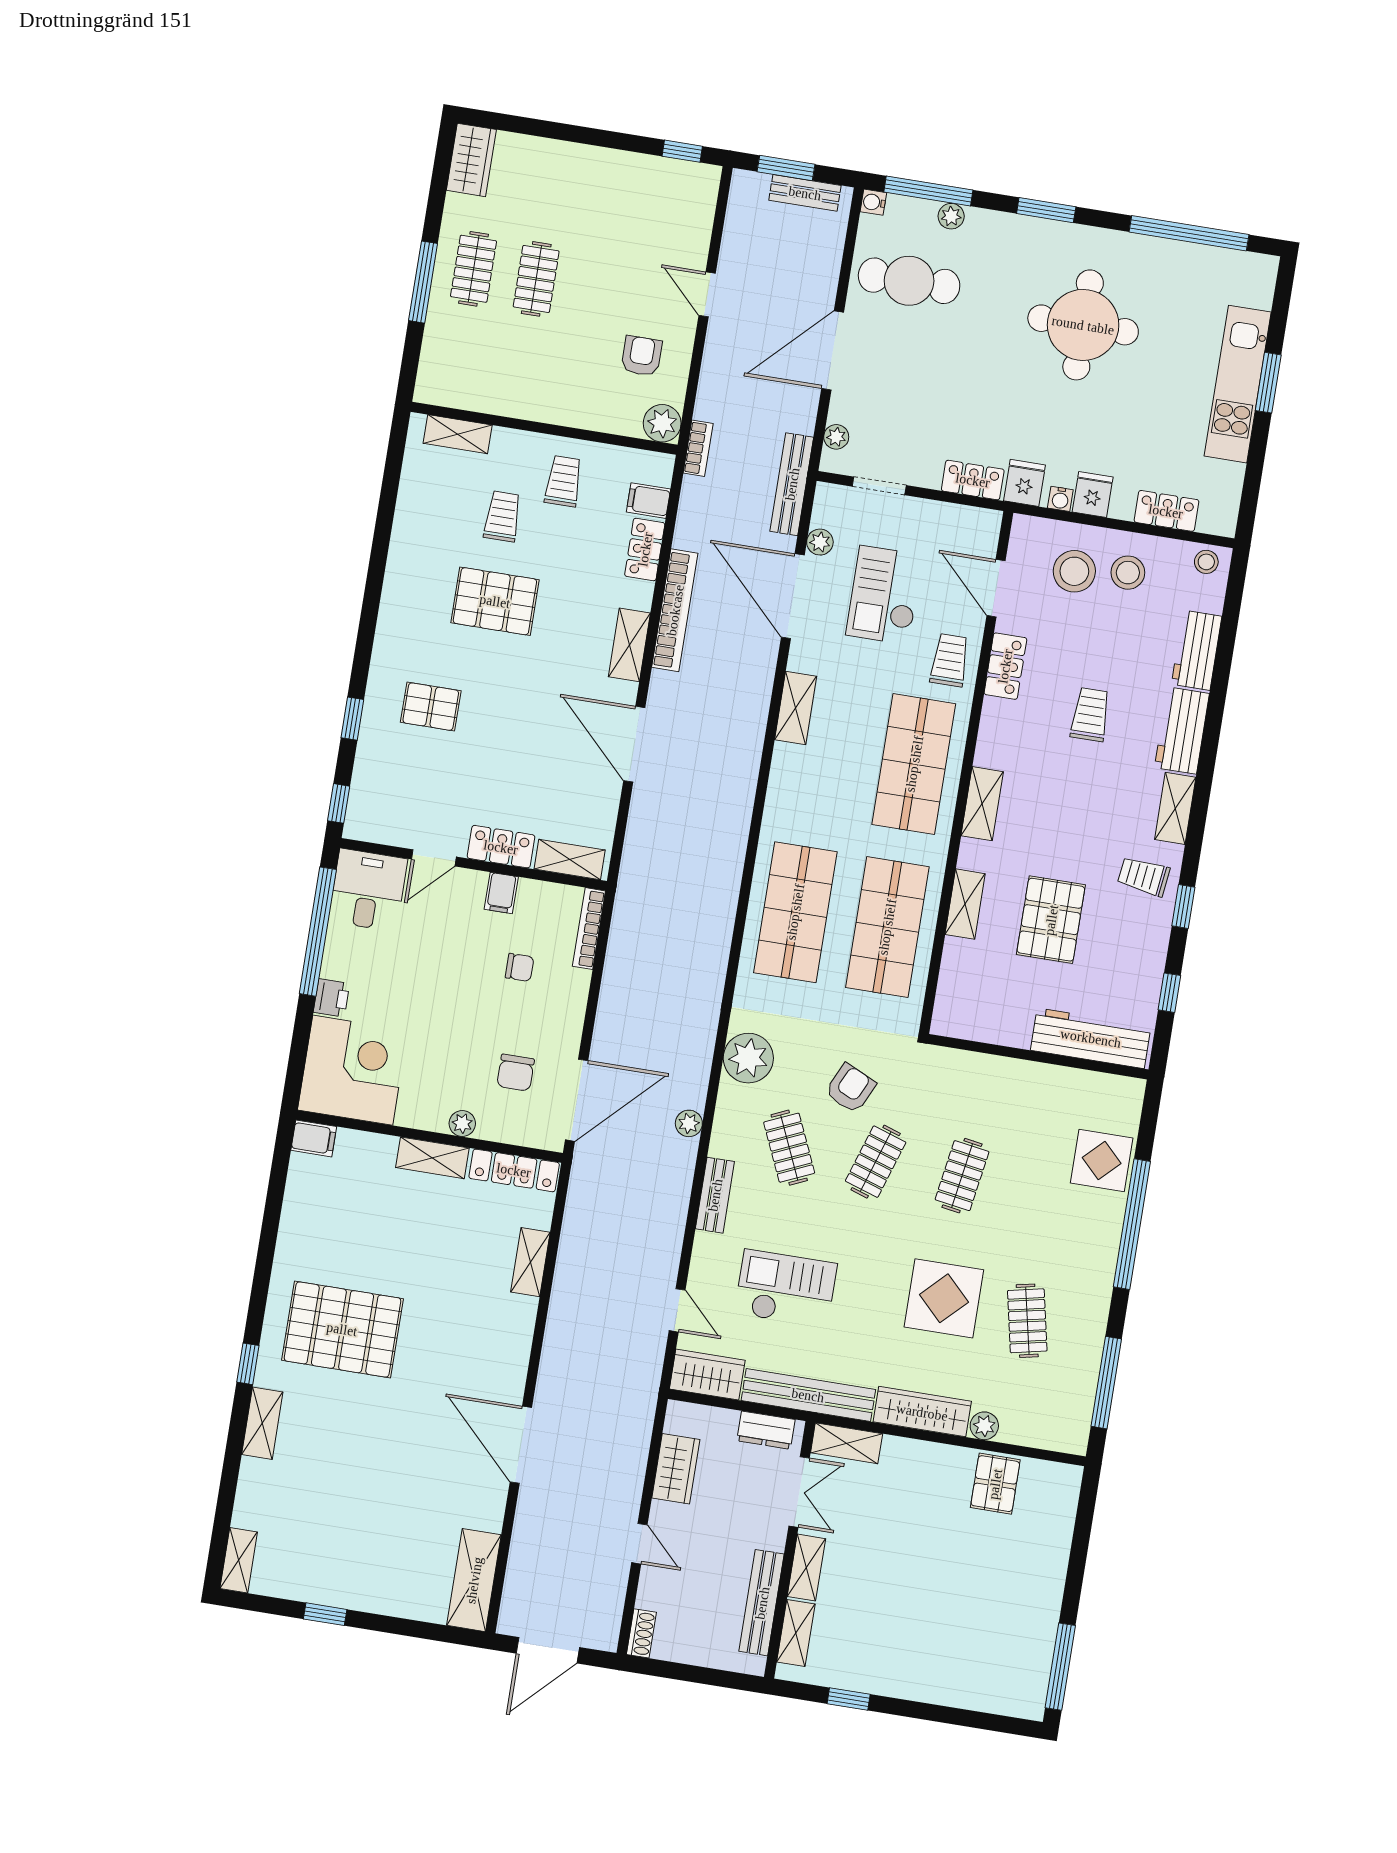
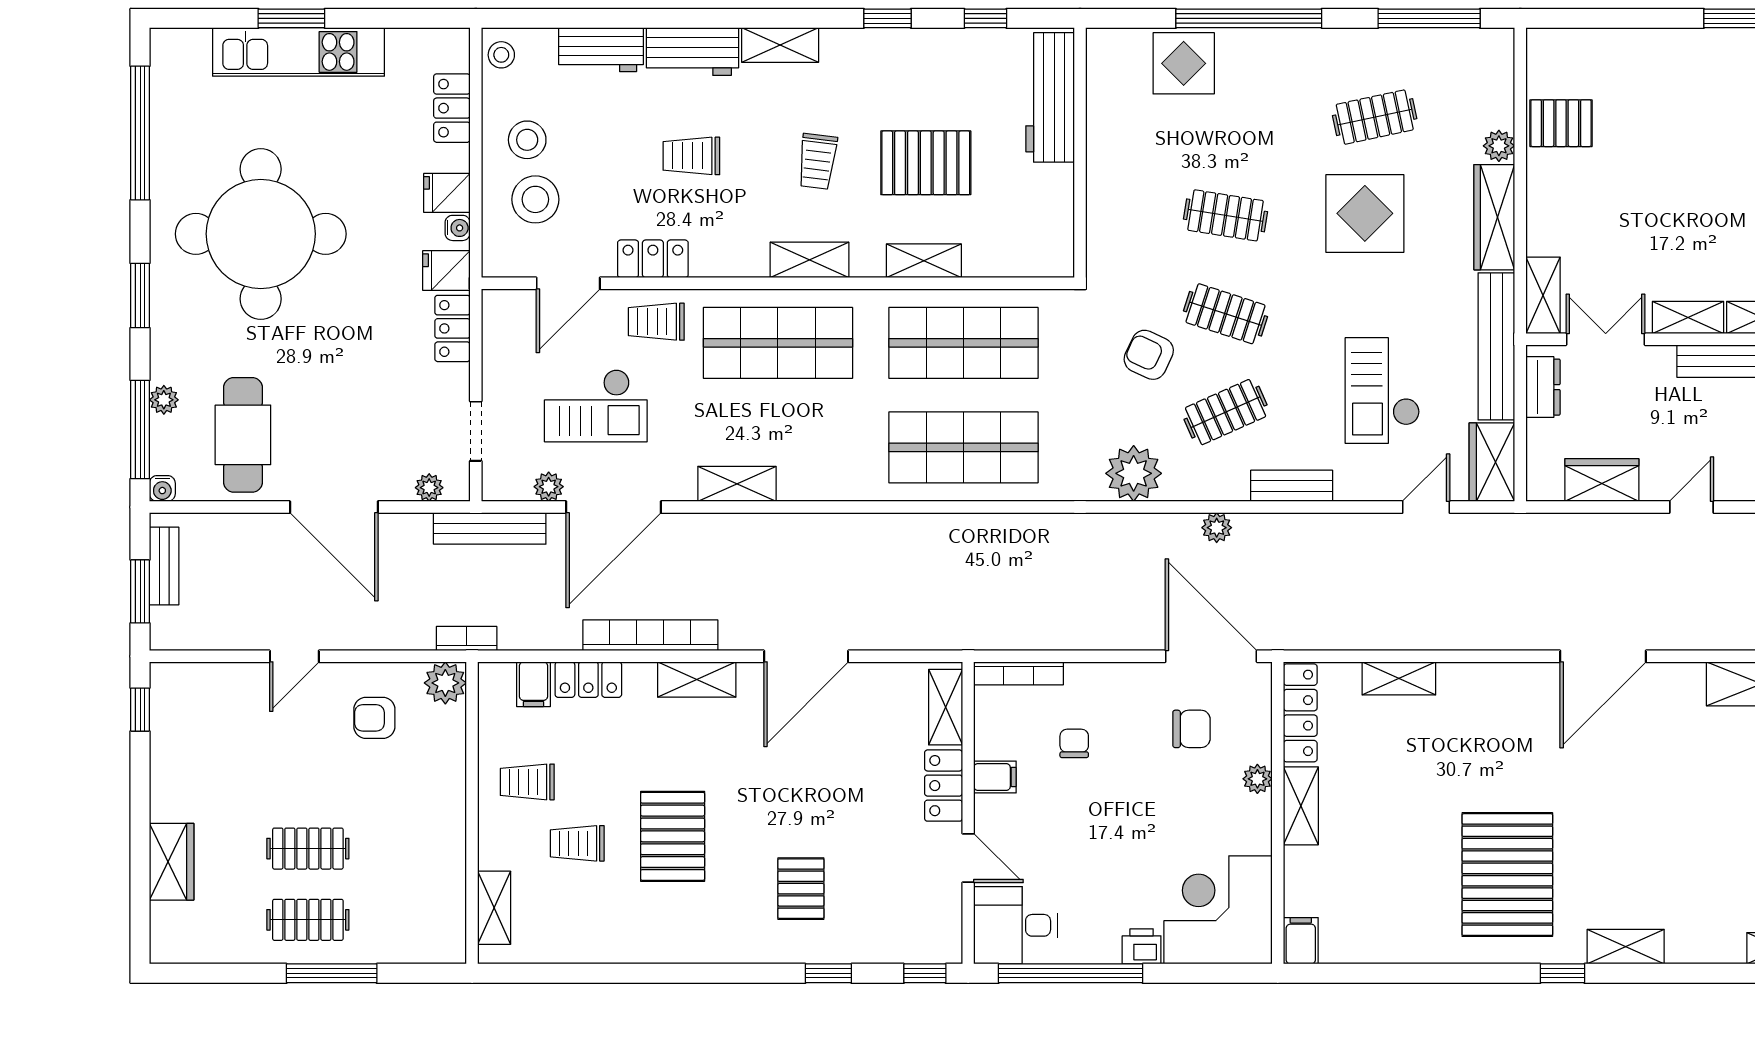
wardrobe: (471, 160) -> (172, 862), moved, turned 90
round table: (1083, 325) -> (261, 234), width x1.36, depth x1.36
trolley: (1144, 876) -> (817, 161), moved

